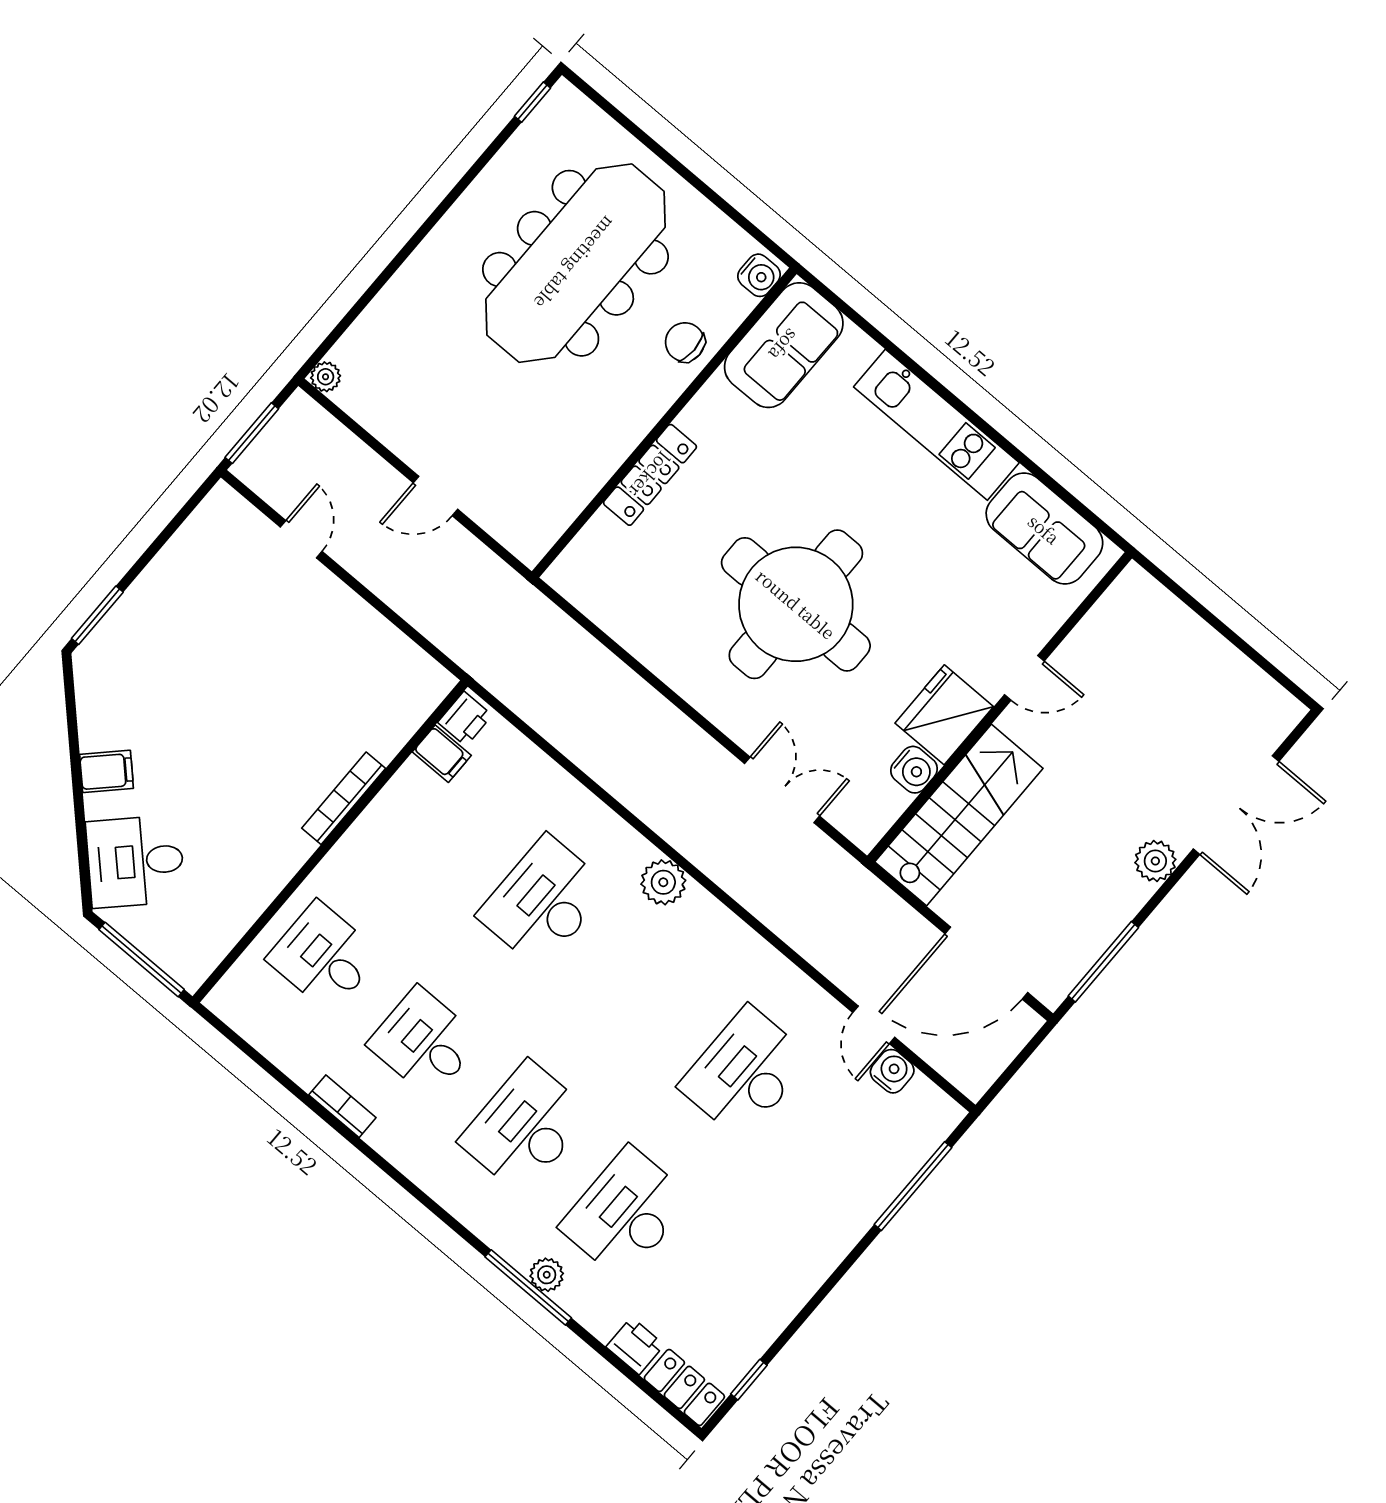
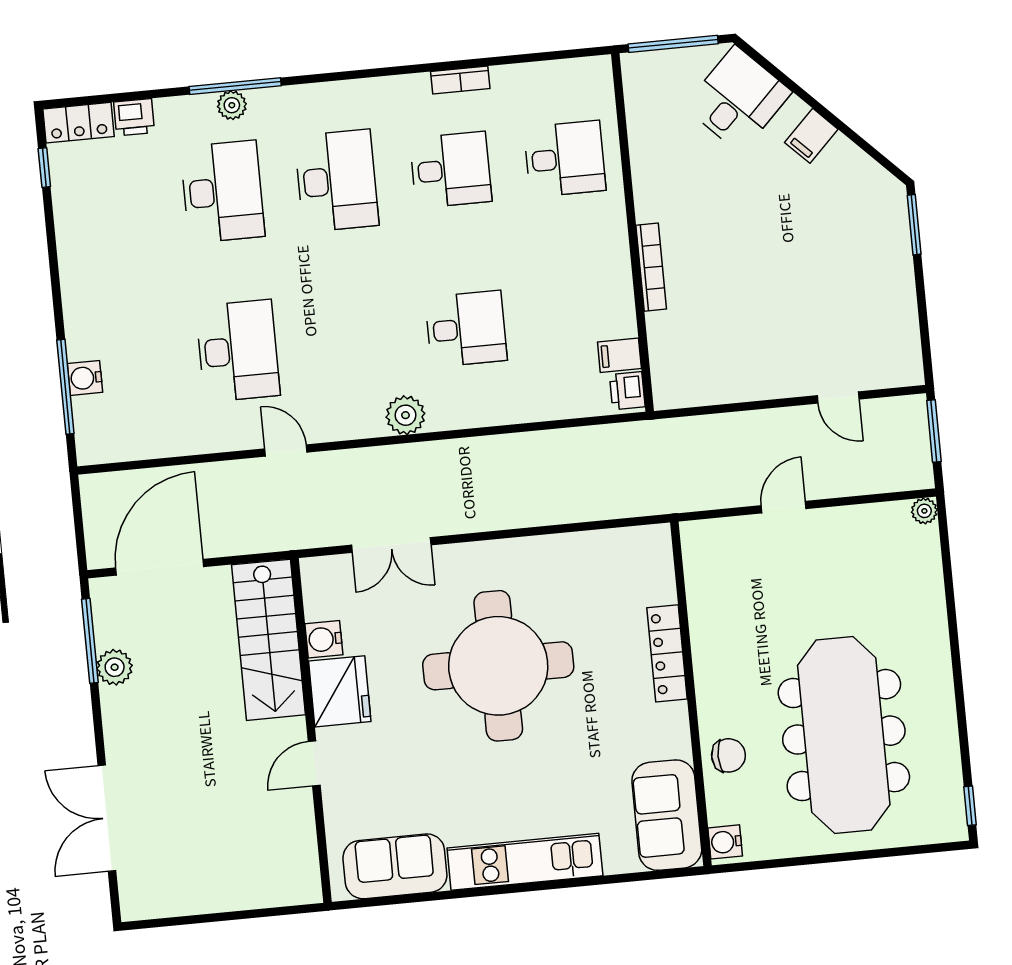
plant: (1155, 861) -> (115, 667), moved
desk: (543, 902) -> (466, 329), width x0.73
door: (874, 1025) -> (286, 451), moved
water cooler: (892, 1071) -> (85, 378), moved, turned 90

